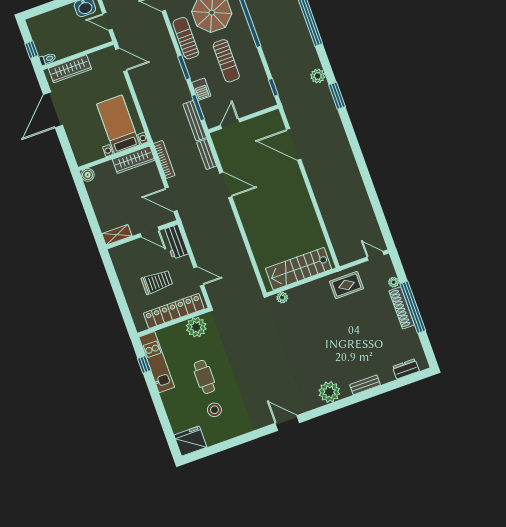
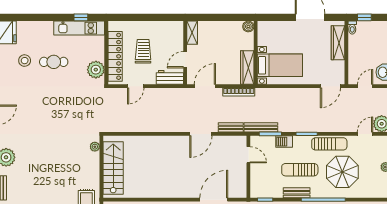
bench: (253, 55) -> (297, 193), added
trolley: (157, 282) -> (143, 51), turned 180

